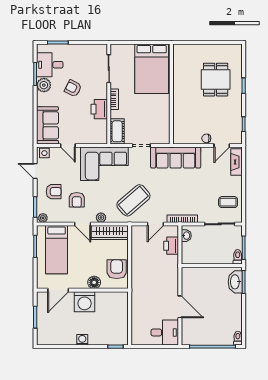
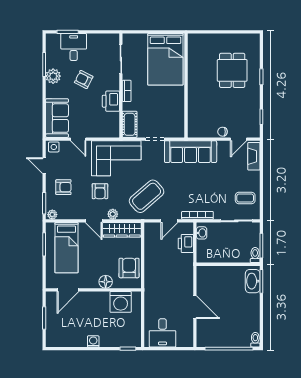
desk: (50, 65) -> (74, 47), moved, turned 90
armchair: (77, 200) -> (100, 191), moved
washing machine: (85, 302) -> (121, 302), moved
desk: (165, 332) -> (162, 333), moved, turned 90

